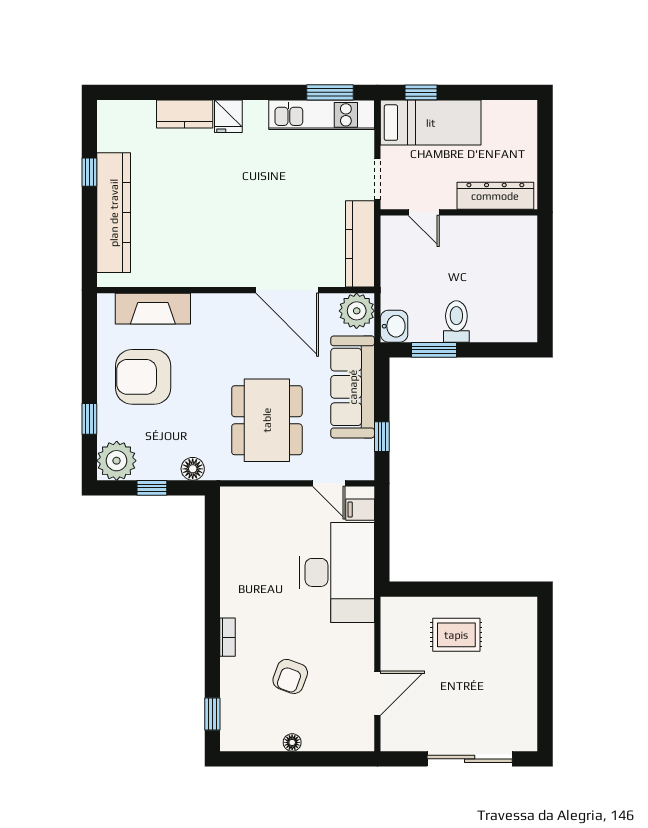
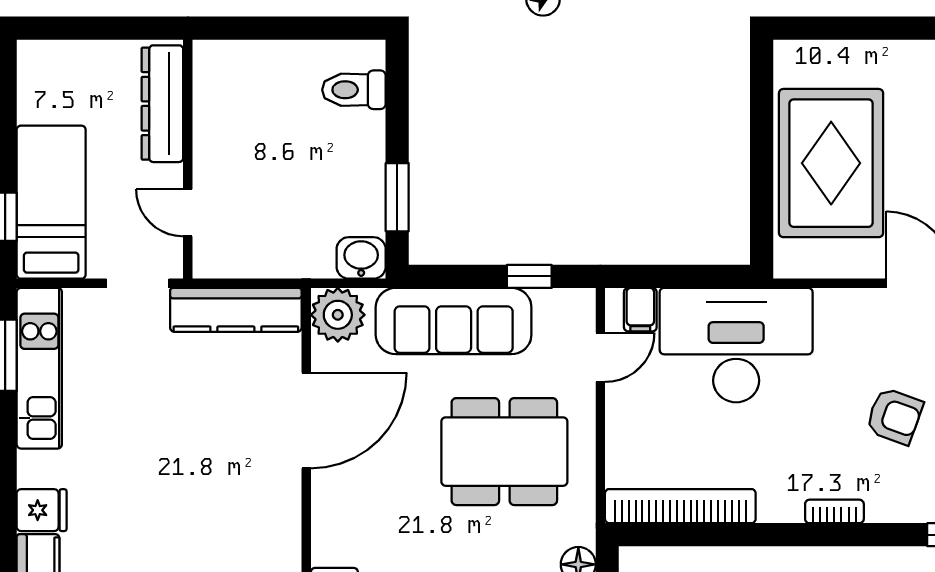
door: (424, 212) -> (188, 213), swing flipped
toilet: (456, 321) -> (354, 90), moved
bookcase: (231, 536) -> (680, 506), added
rug: (456, 635) -> (831, 163), width x1.86, depth x2.06

